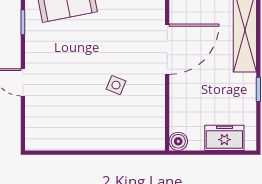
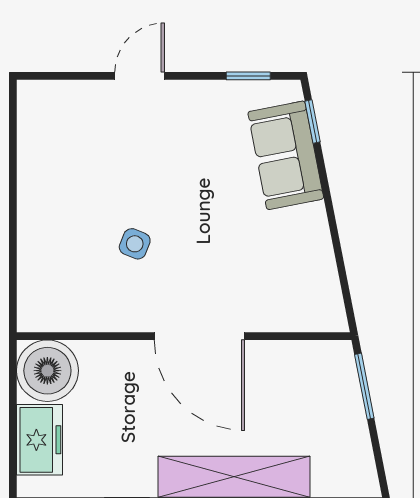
boiler: (178, 141) -> (47, 371), width x1.86, depth x1.86

